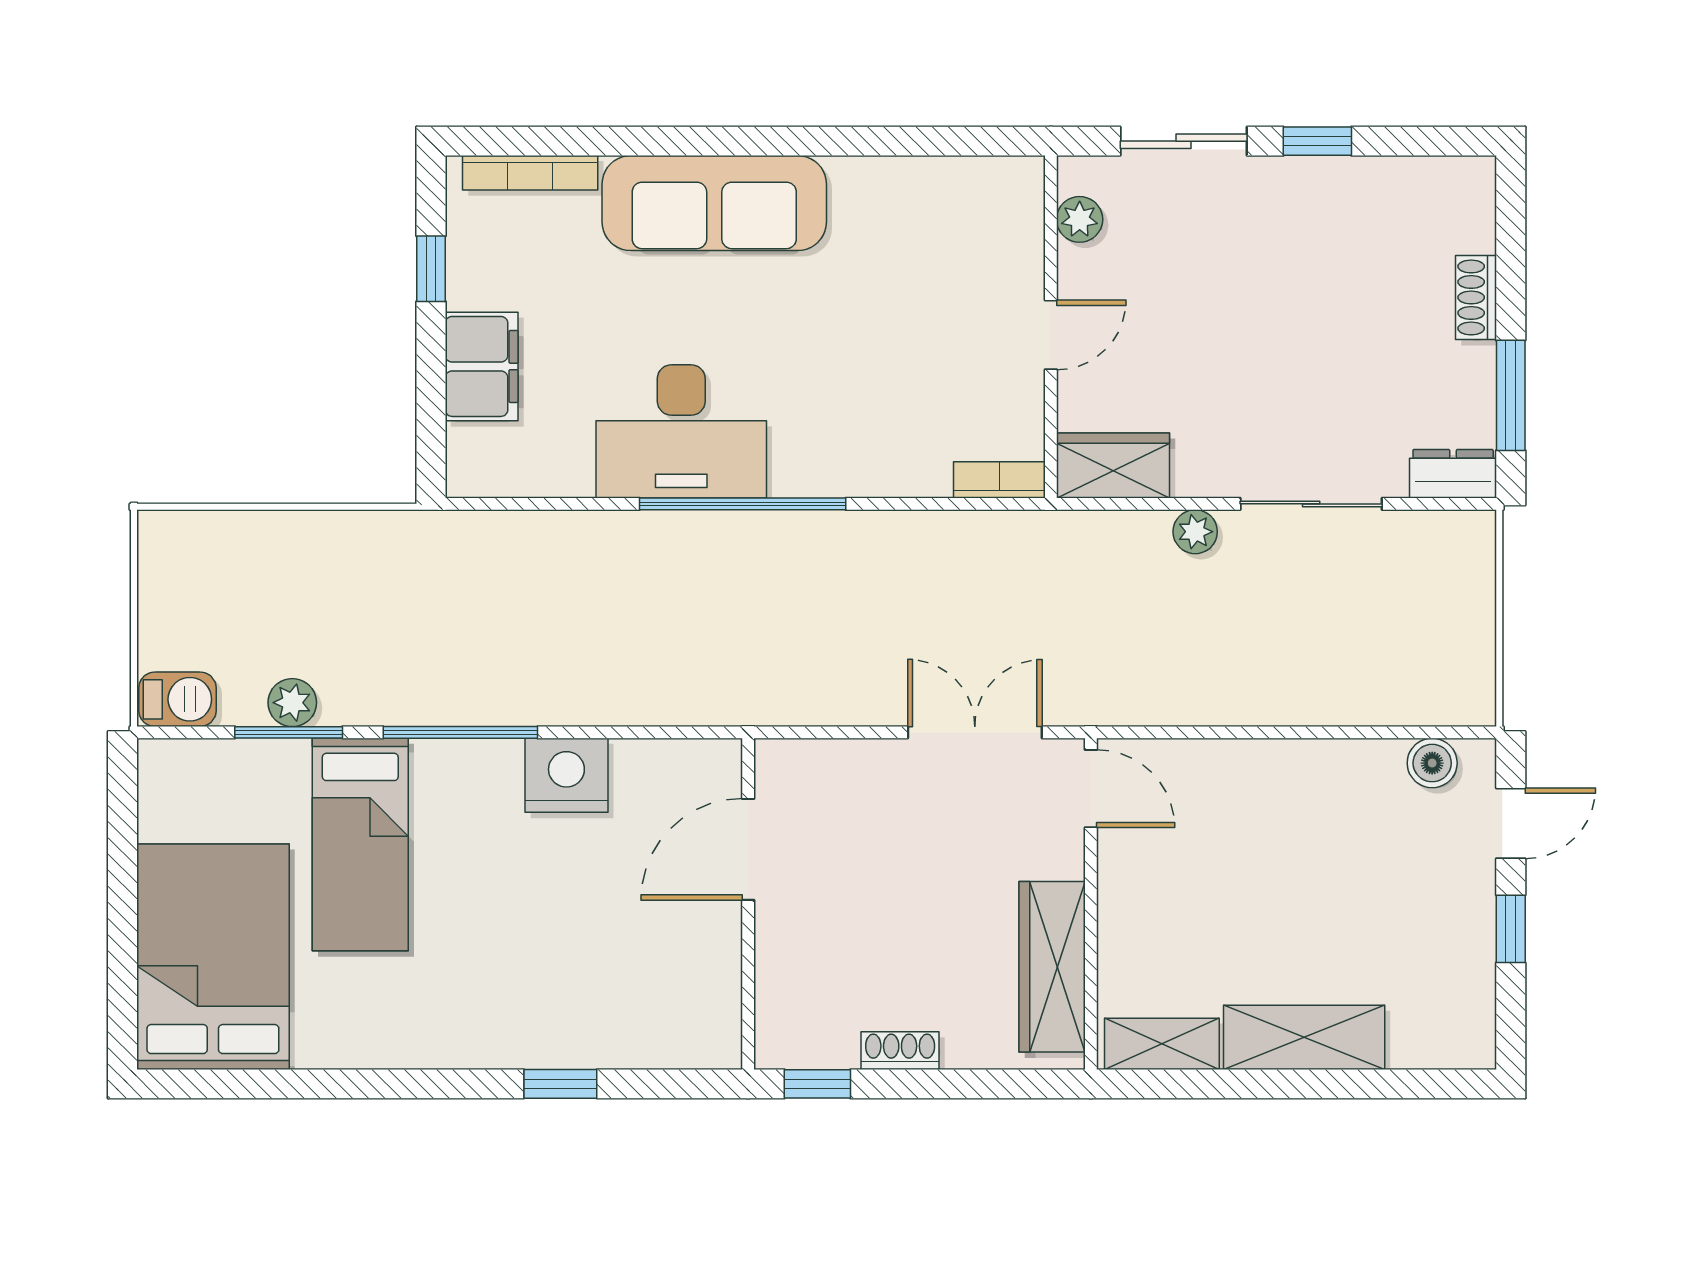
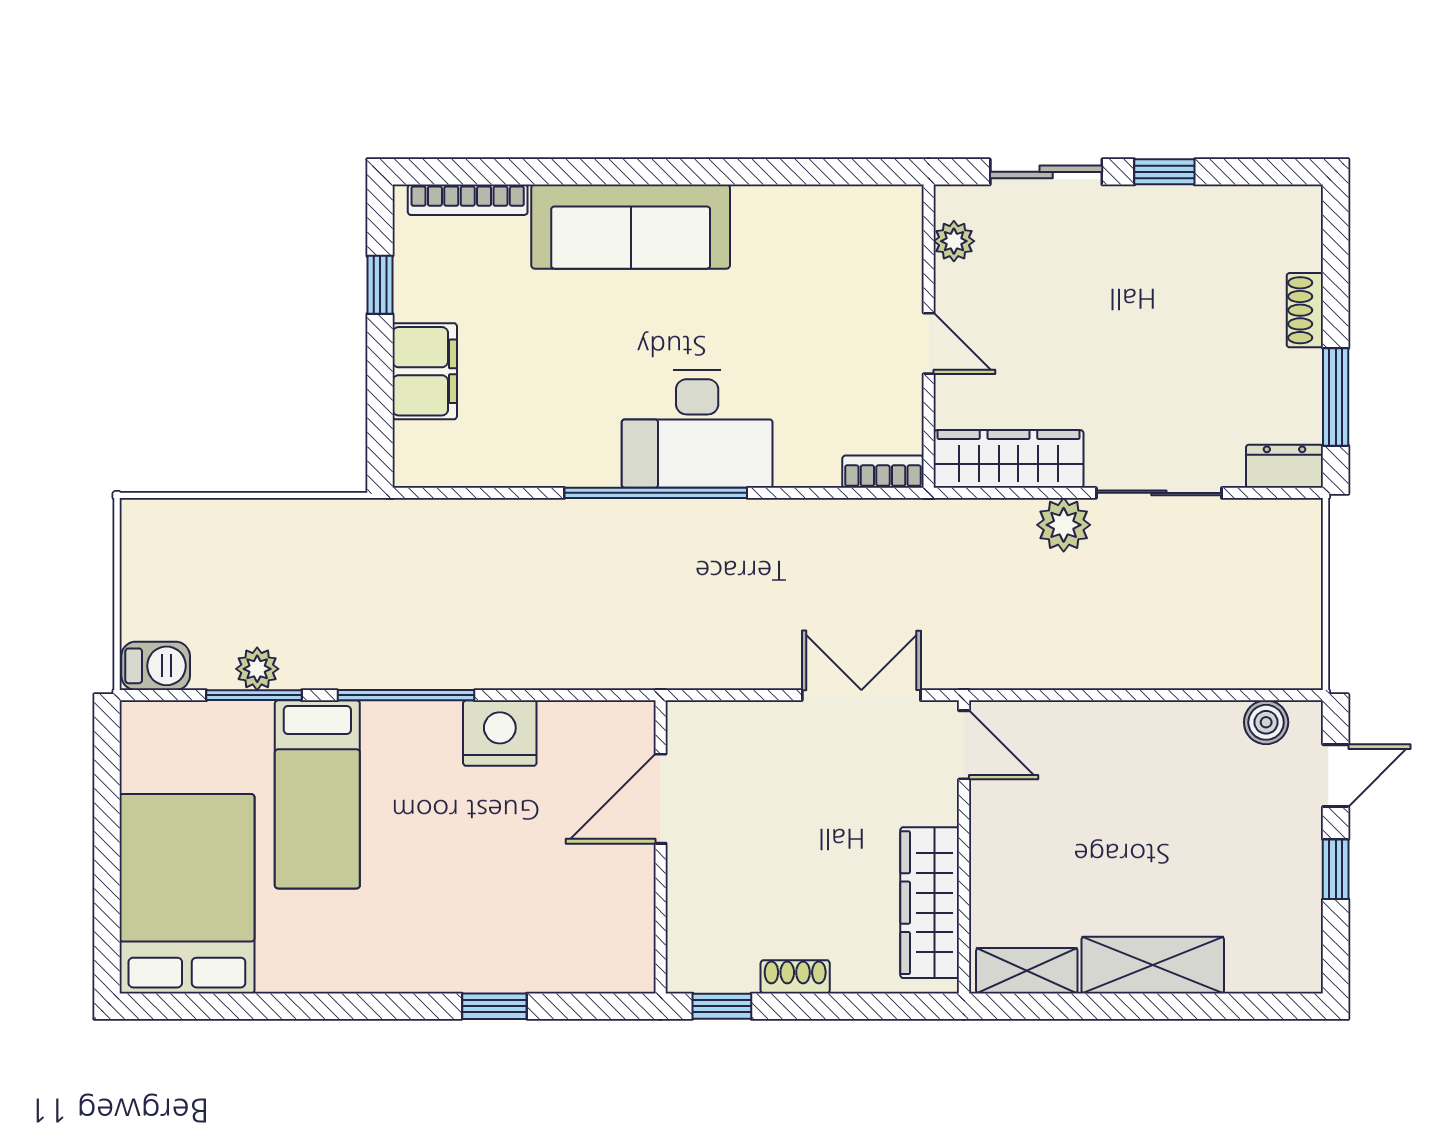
door: (1051, 335) -> (929, 343), hinge flipped
desk: (681, 431) -> (697, 429), moved
wardrobe: (1113, 466) -> (1009, 459), width x1.50
plant: (1195, 532) -> (1064, 525), width x1.38, depth x1.38

